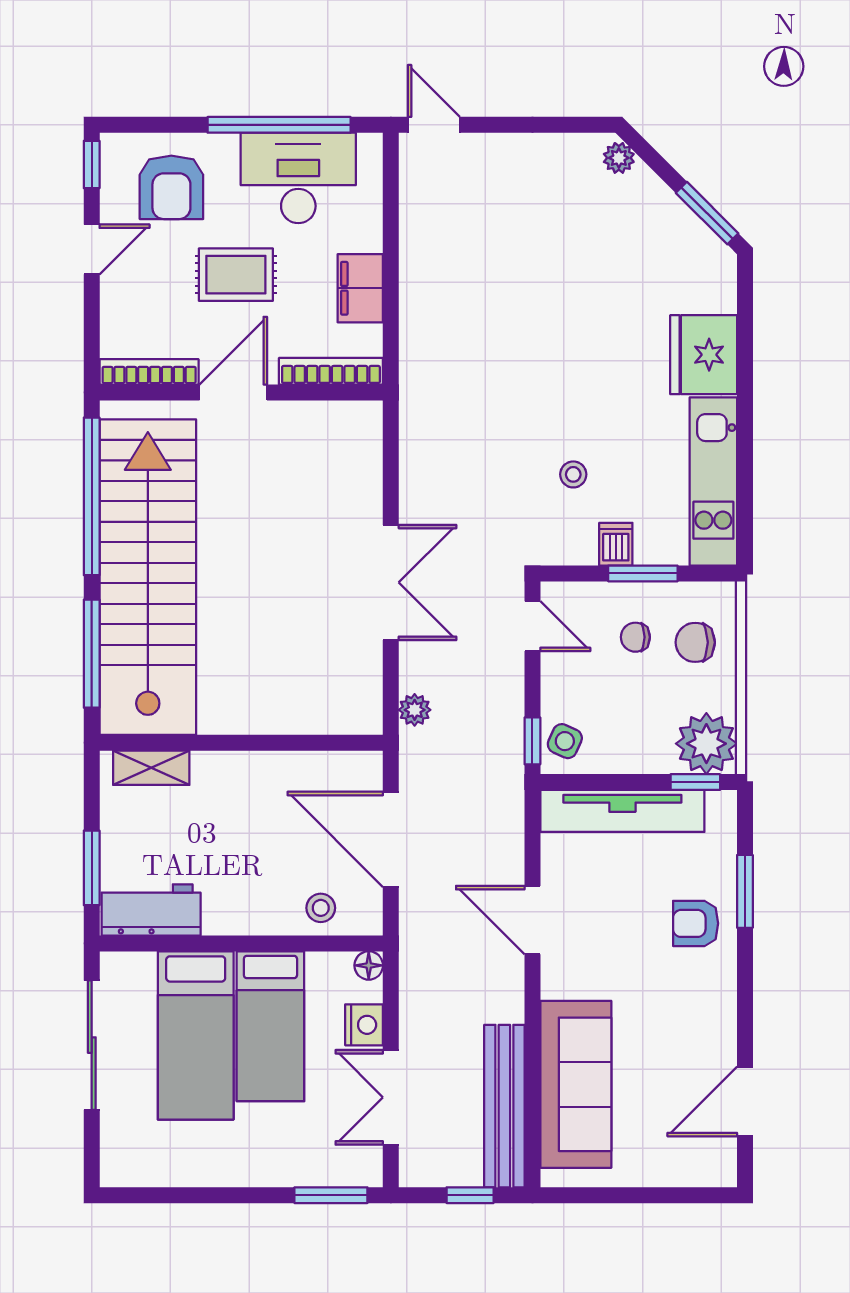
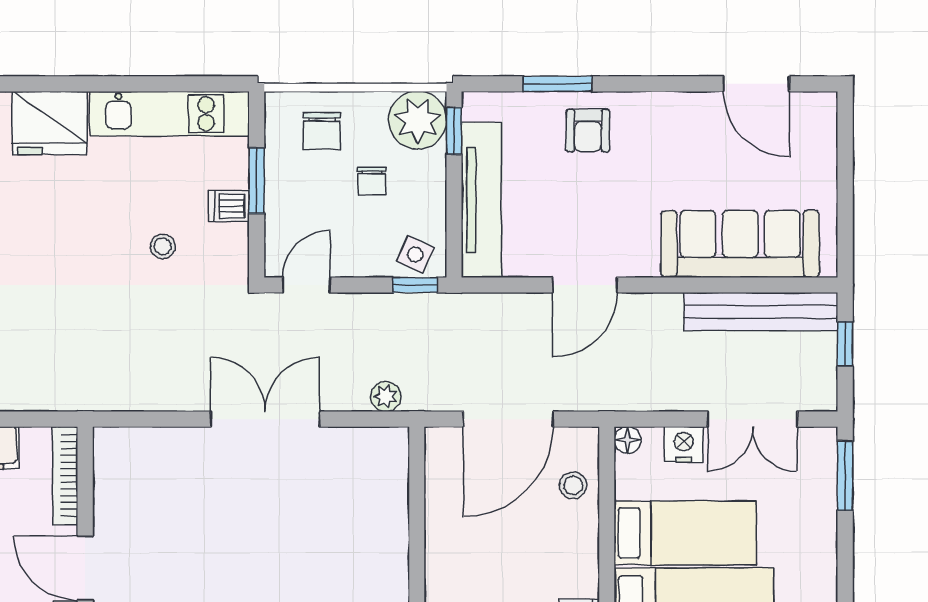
chair: (635, 637) -> (372, 181), moved

